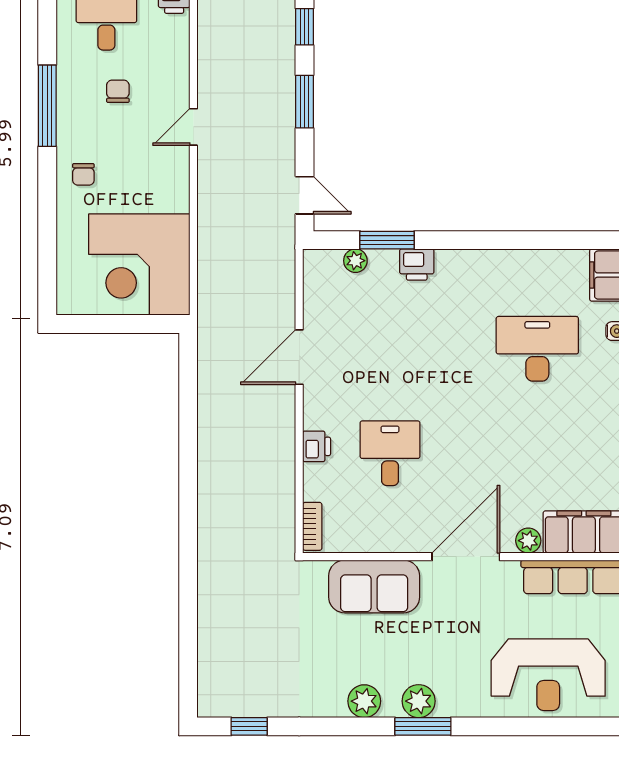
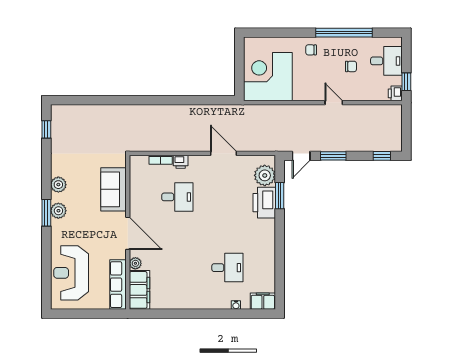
window: (304, 102) -> (333, 156), moved
window: (47, 106) -> (344, 33), width x1.46
plant: (355, 261) -> (265, 175), width x1.87, depth x1.87
printer: (417, 265) -> (264, 203), width x1.87, depth x1.48
desk: (537, 349) -> (227, 268), width x0.73
bookcase: (312, 526) -> (161, 160), moved

